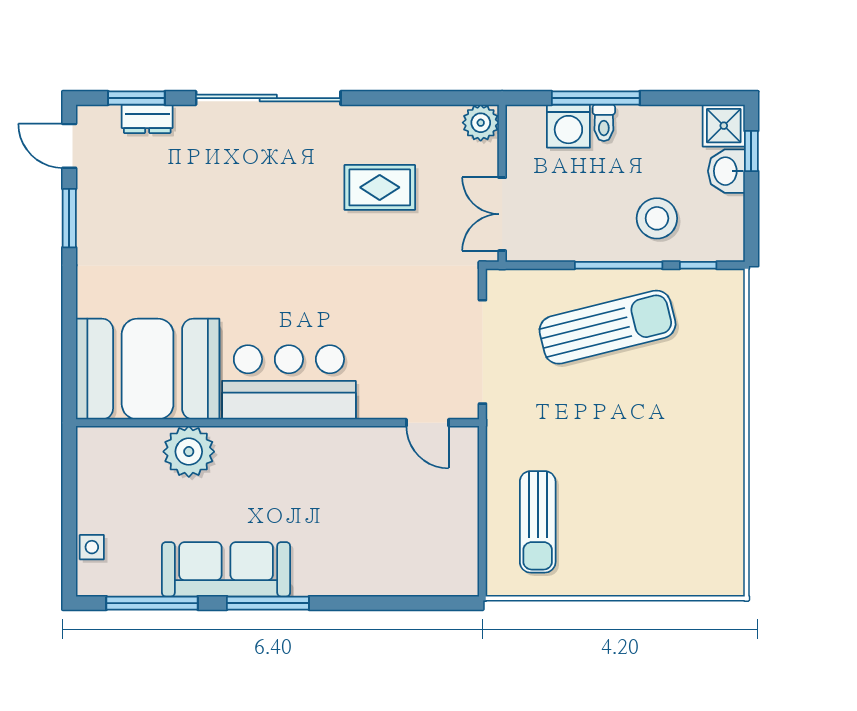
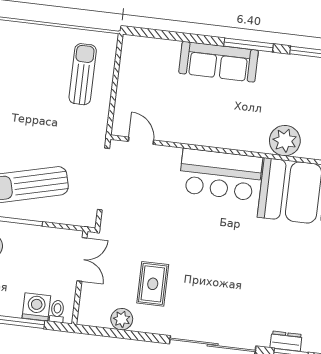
plant: (481, 123) -> (122, 319), moved
toilet: (604, 123) -> (57, 311), moved
rug: (380, 187) -> (153, 284), turned 90
sofa: (226, 569) -> (219, 62), moved

